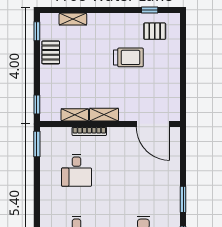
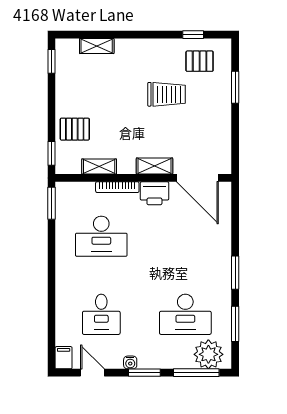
pallet: (51, 52) -> (75, 129), moved, turned 90
window: (183, 52) -> (235, 87), added
shelving: (104, 115) -> (155, 166), moved
printer: (119, 136) -> (154, 193), added
desk: (77, 170) -> (101, 236), width x1.37

